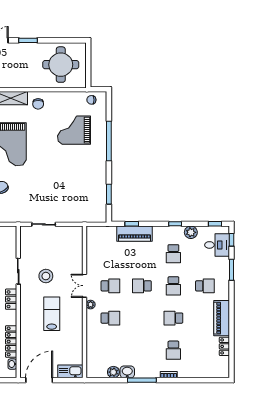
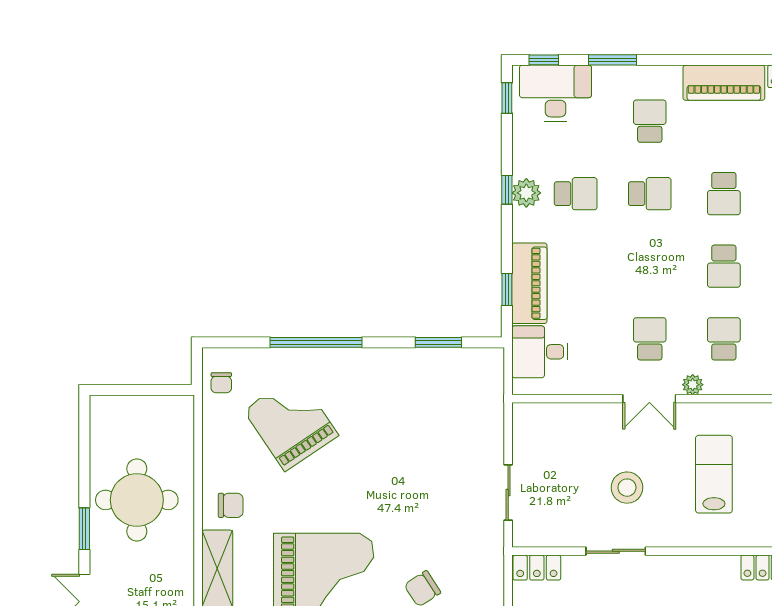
round table: (61, 65) -> (137, 500), moved
grand piano: (74, 130) -> (291, 423), turned 146
plant: (191, 232) -> (526, 193), moved
desk: (105, 238) -> (540, 352), added
desk: (217, 245) -> (555, 93), width x1.37
school desk: (142, 286) -> (724, 266), moved
locker: (11, 299) -> (537, 568), moved
lab bench: (52, 314) -> (714, 474), turned 90

